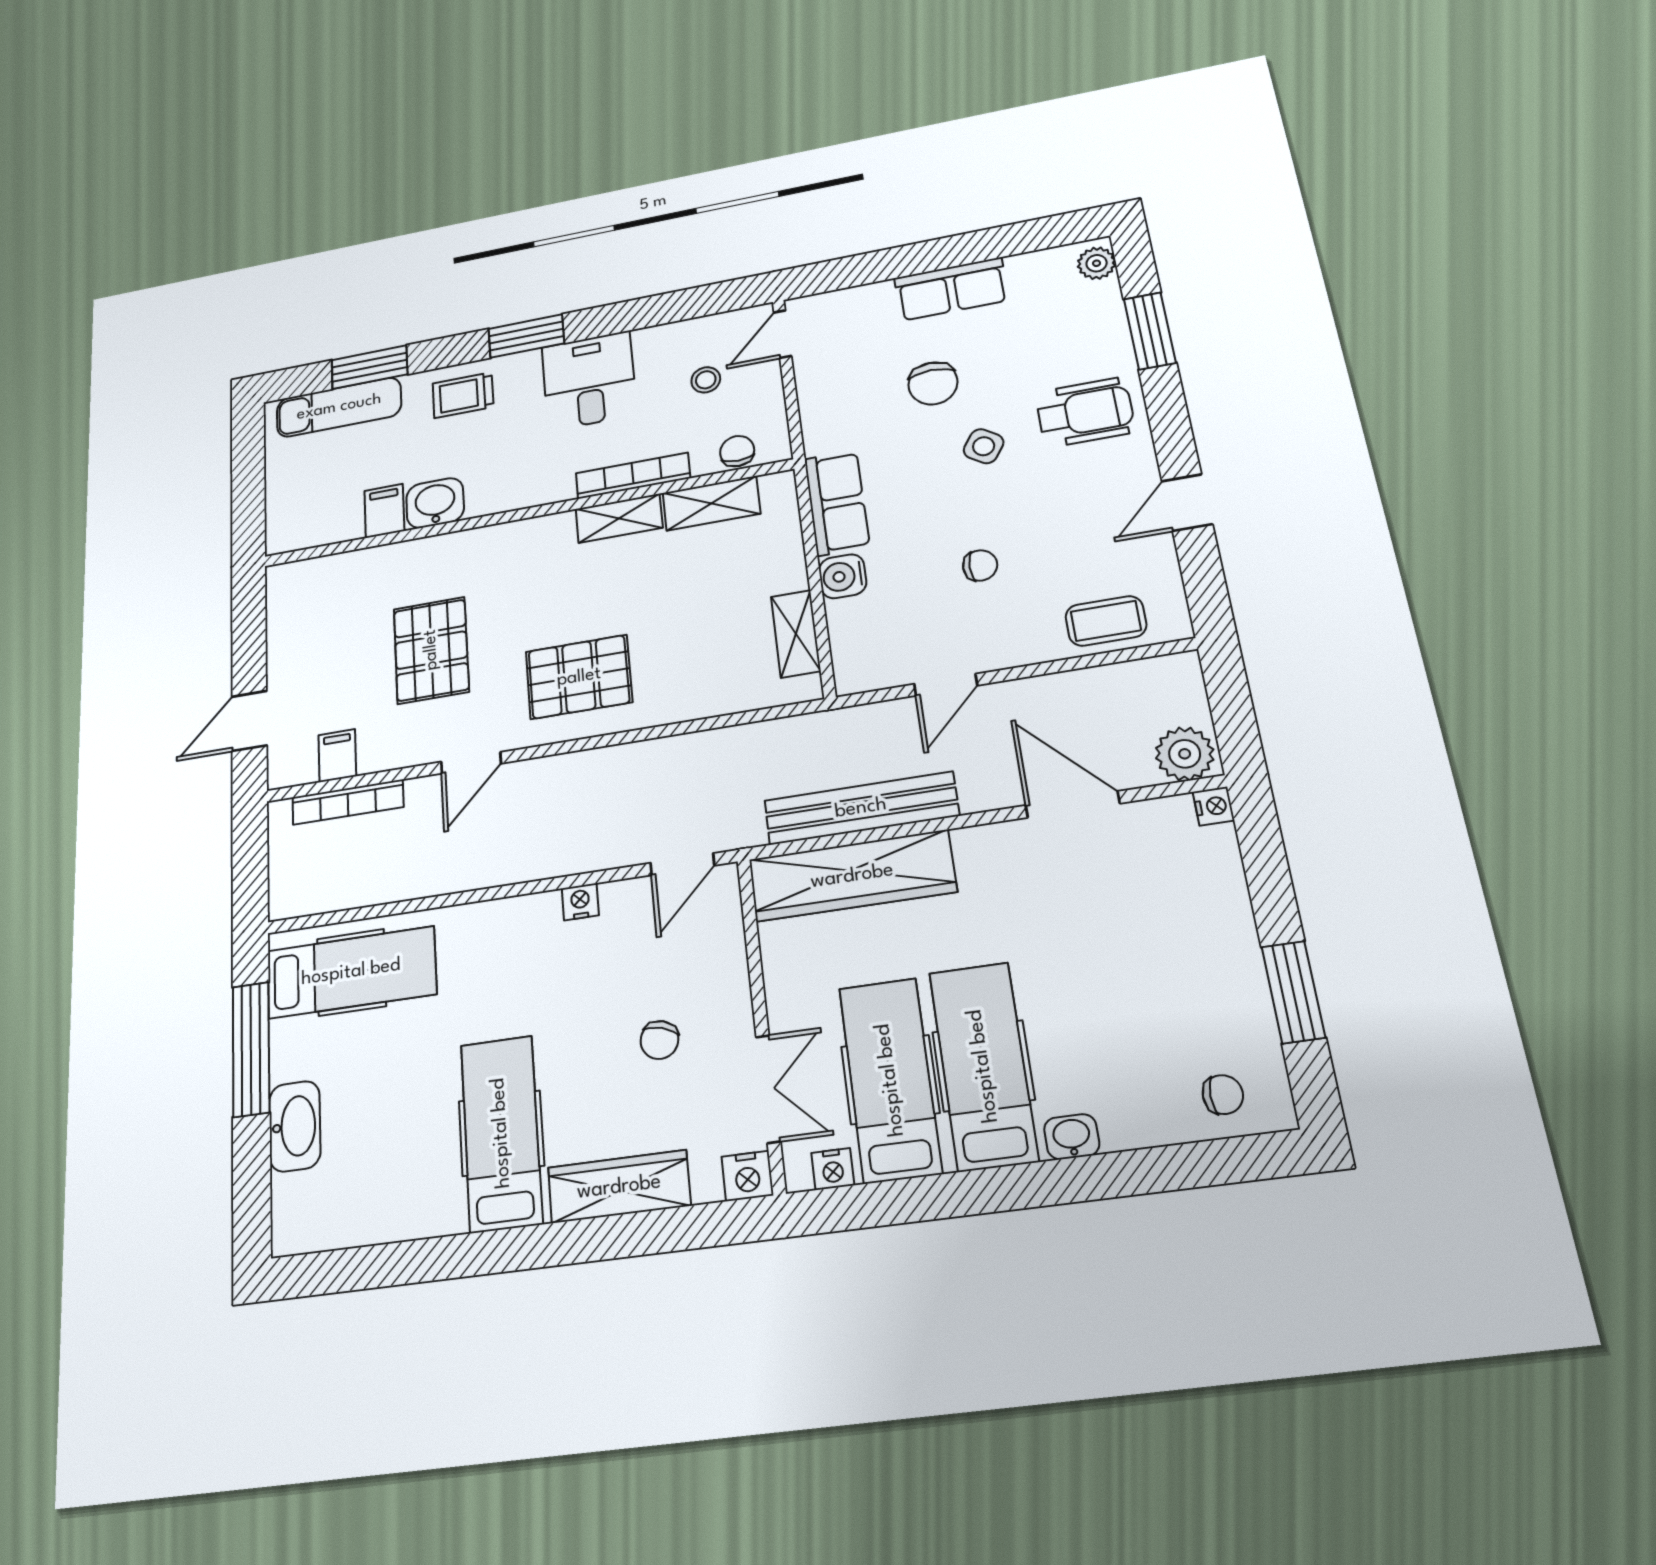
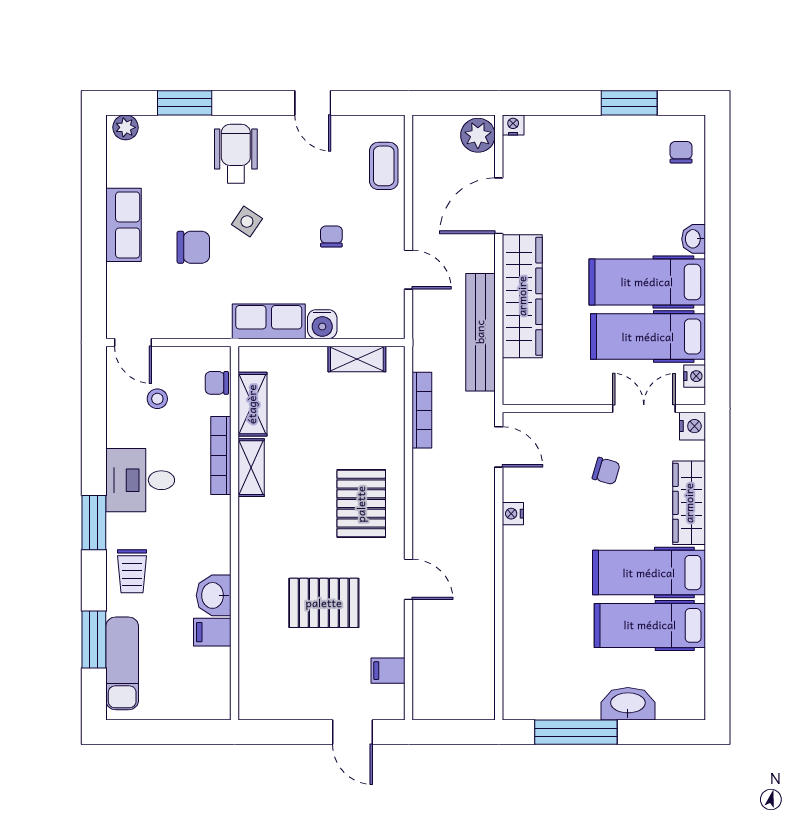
bookcase: (348, 802) -> (422, 410), moved
wardrobe: (852, 876) -> (522, 296), moved
hospital bed: (351, 972) -> (650, 625), moved, turned -90

